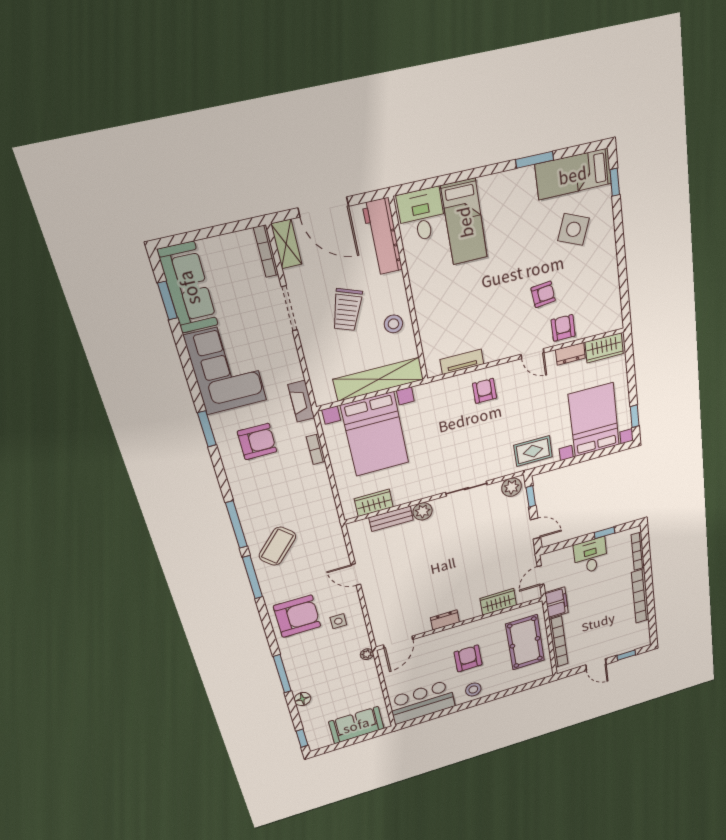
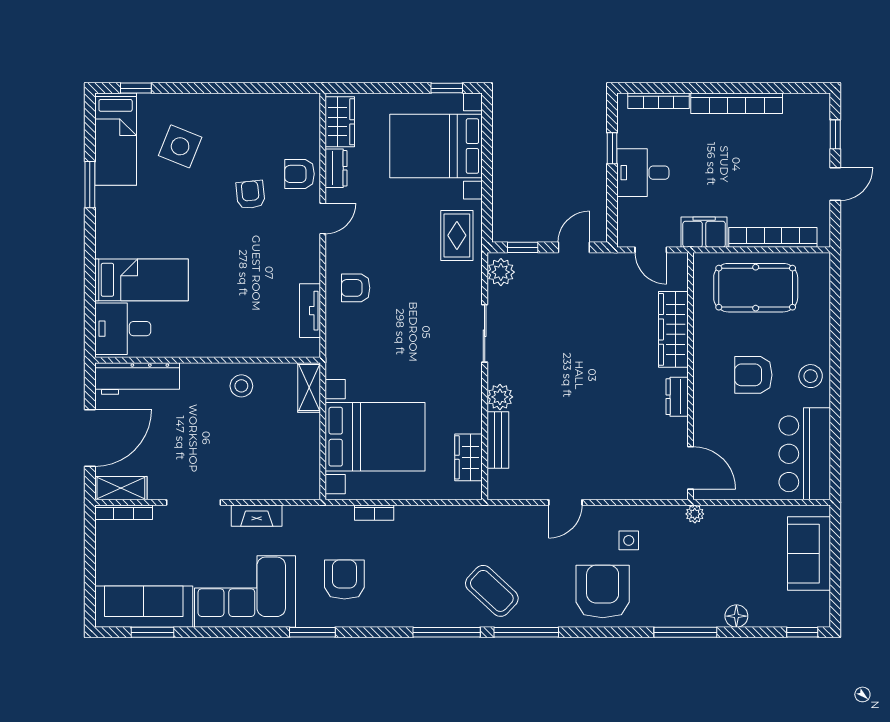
trolley: (347, 310) -> (211, 437), removed
shelving: (379, 379) -> (309, 388), width x0.45, depth x0.75
fireplace: (301, 401) -> (257, 516), moved
wardrobe: (498, 602) -> (673, 329), width x1.50

